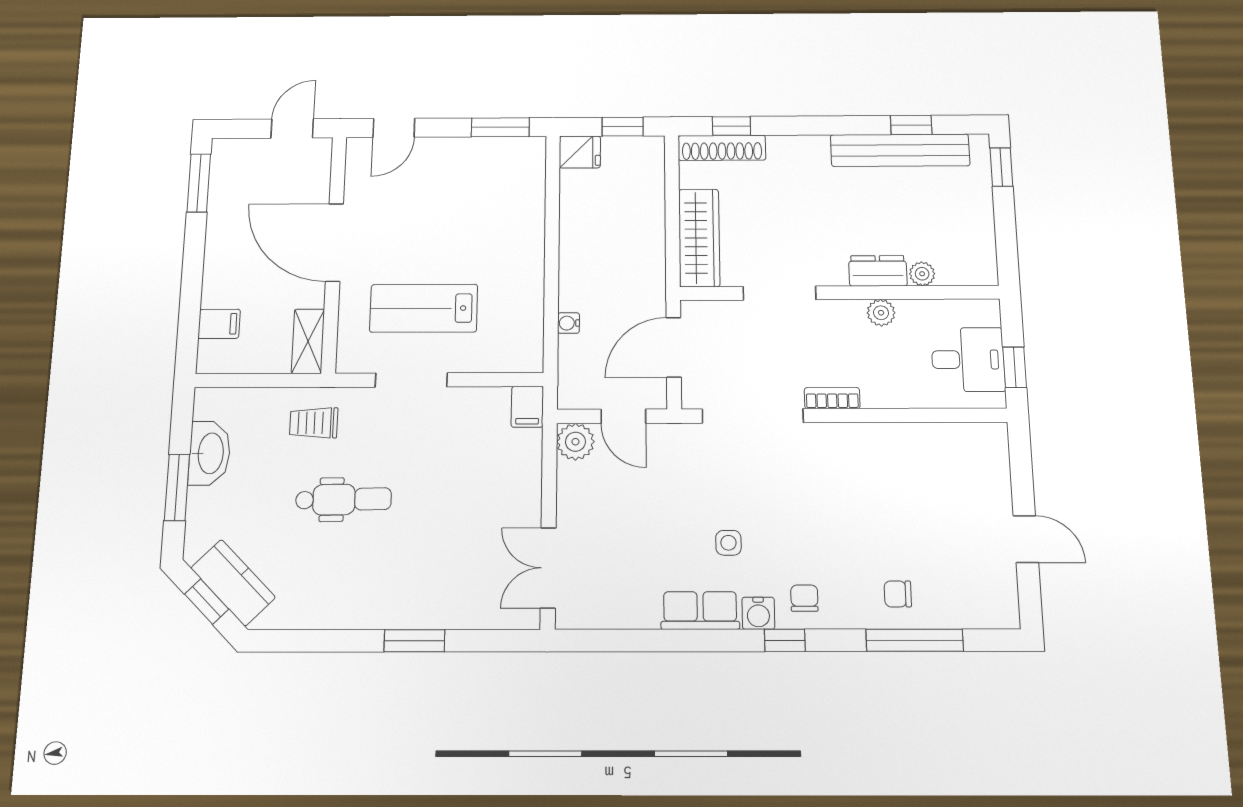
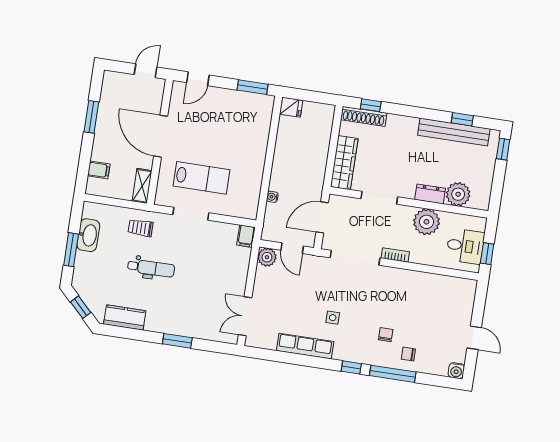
window: (623, 127) -> (315, 97), removed
window: (199, 183) -> (91, 117), moved
plant: (922, 274) -> (458, 194), width x1.87, depth x1.87
lab bench: (424, 308) -> (201, 178), turned 180
plant: (881, 313) -> (426, 222), width x1.88, depth x1.88
kitchen counter: (233, 583) -> (125, 318), moved, turned -45
chair: (804, 598) -> (386, 335), moved
row of seats: (700, 611) -> (305, 346), width x1.48
water cooler: (758, 613) -> (456, 371), moved
window: (915, 640) -> (393, 374), moved

